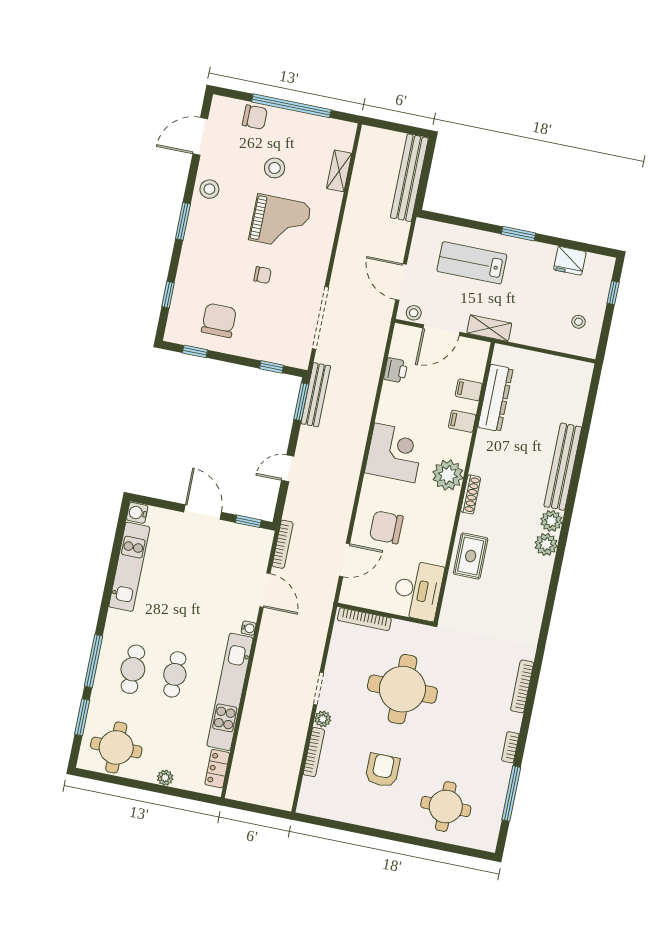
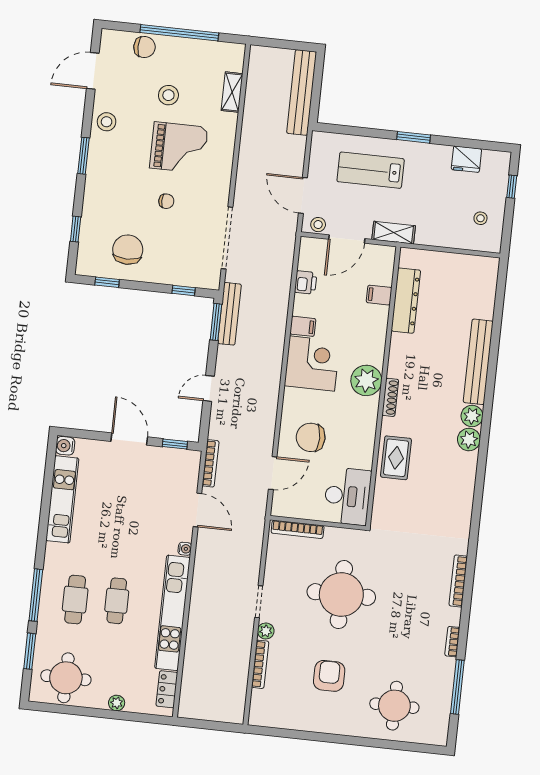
filing cabinet: (462, 421) -> (303, 326), moved, turned 180

